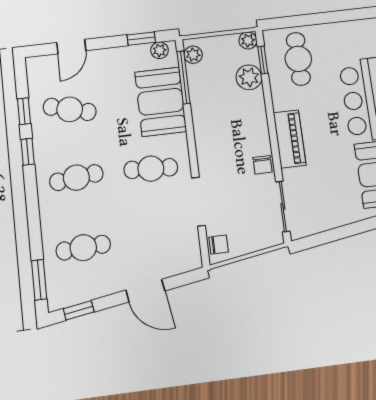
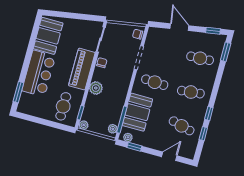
plant: (249, 77) -> (96, 88), moved
piano: (290, 139) -> (82, 69), width x1.37, depth x1.33

